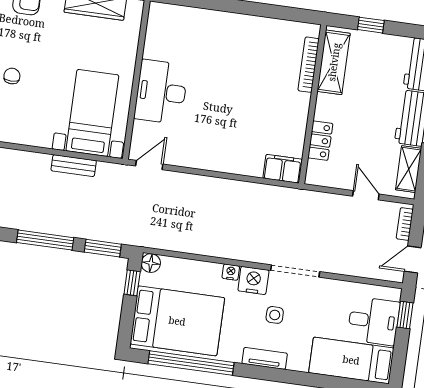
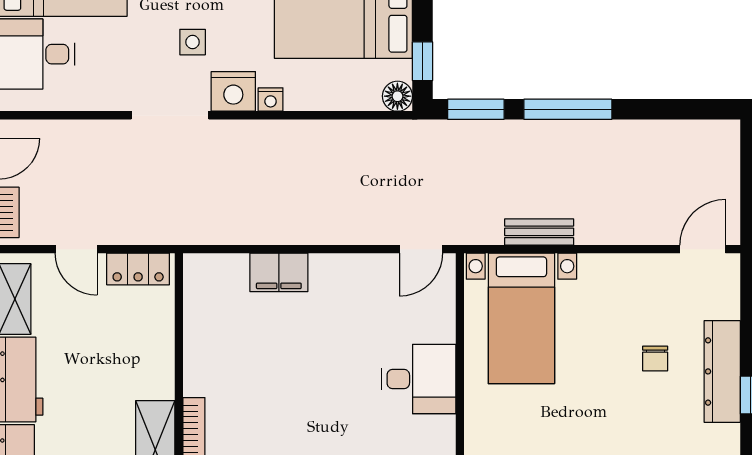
desk: (161, 92) -> (419, 379), width x0.73
locker: (320, 141) -> (138, 269), moved, turned -90
filing cabinet: (283, 169) -> (279, 272), moved

